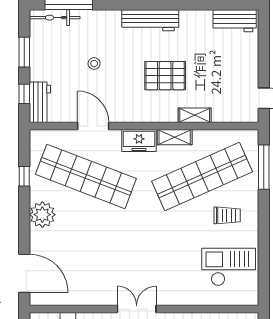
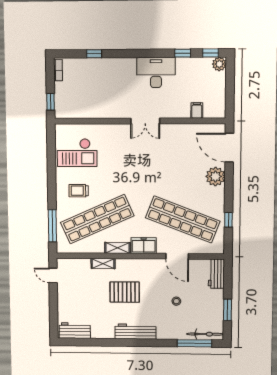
window: (24, 94) -> (228, 280), removed
plant: (42, 215) -> (215, 176), moved

